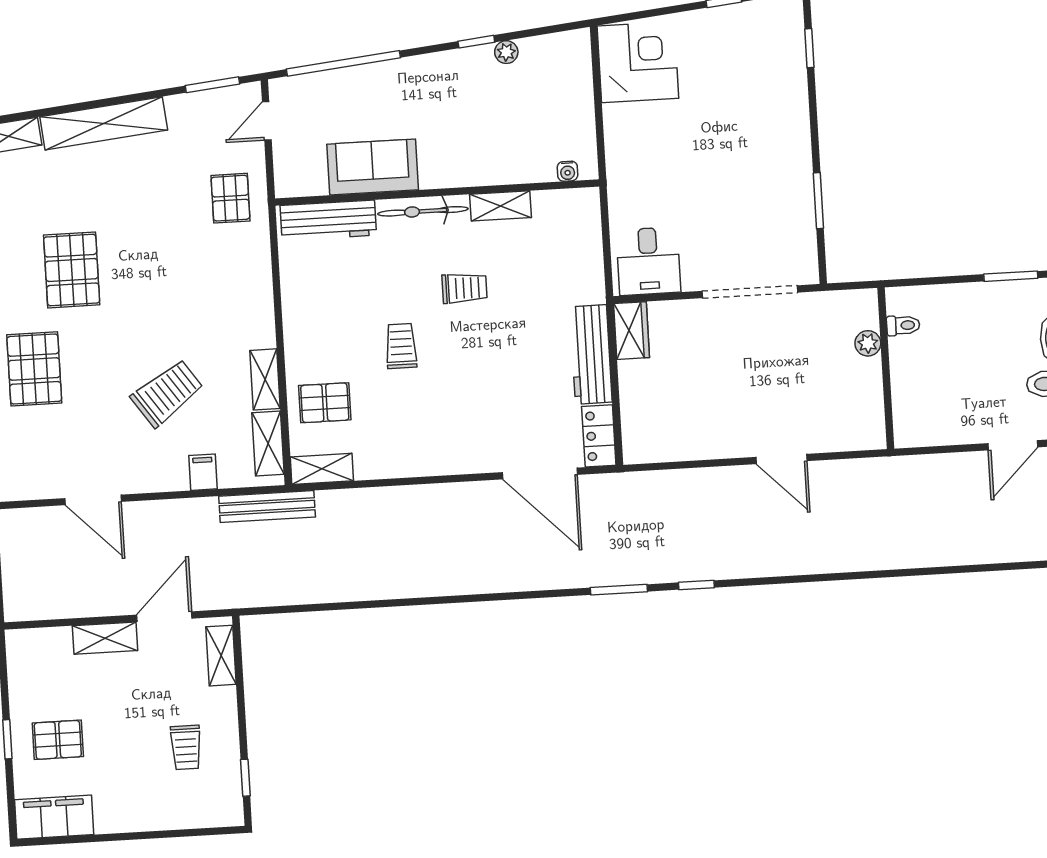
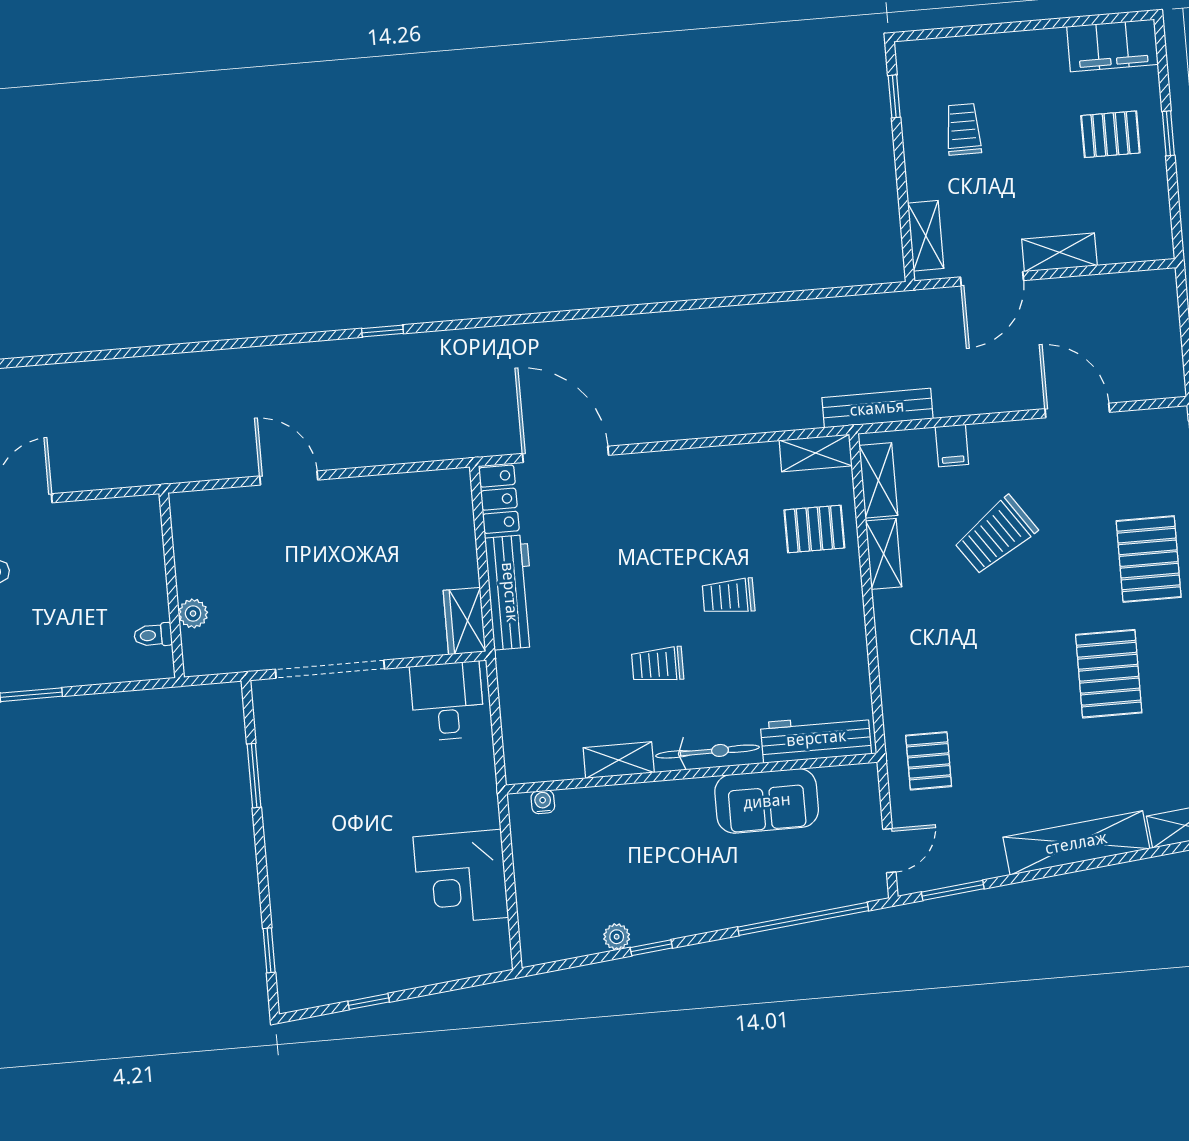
corner desk: (638, 62) -> (461, 877), moved
trolley: (401, 346) -> (729, 596), turned 90
window: (619, 590) -> (471, 323), removed

